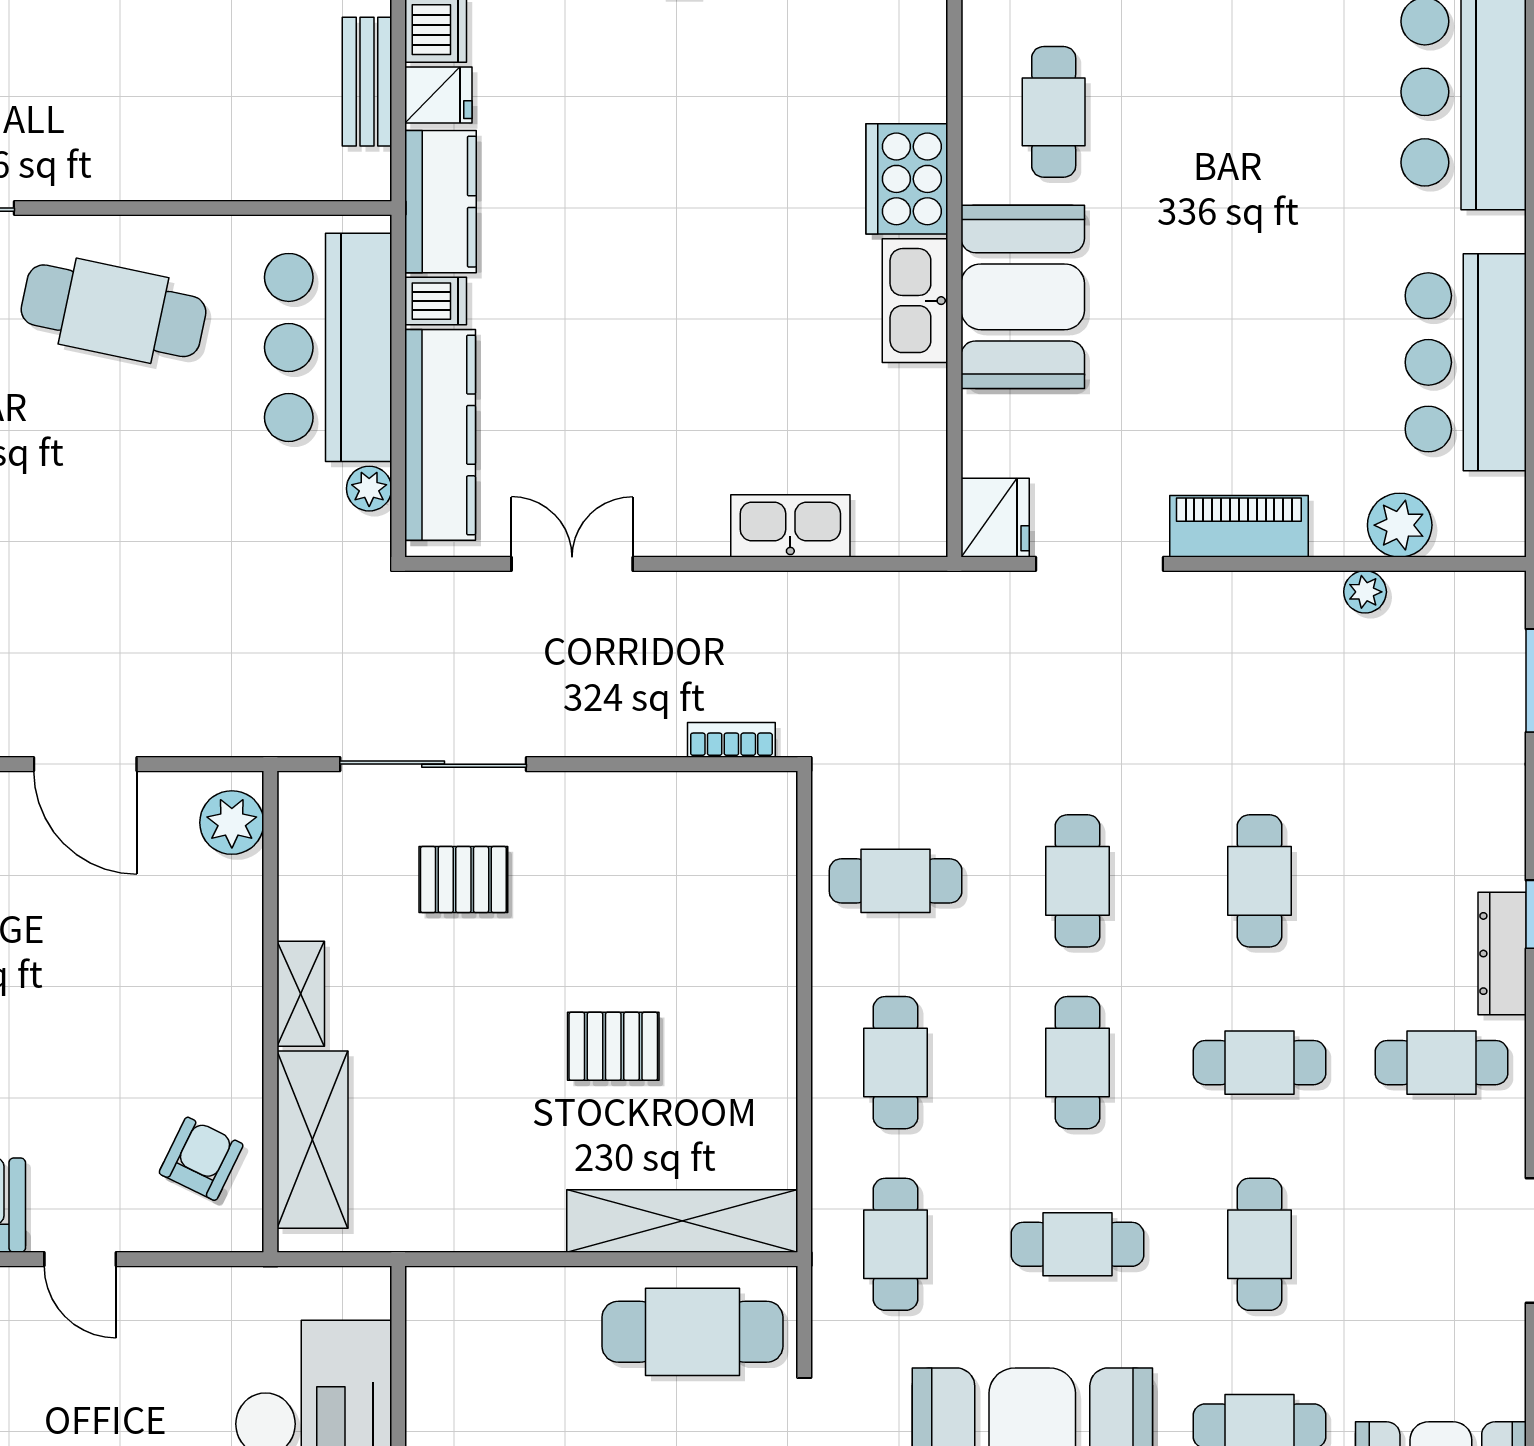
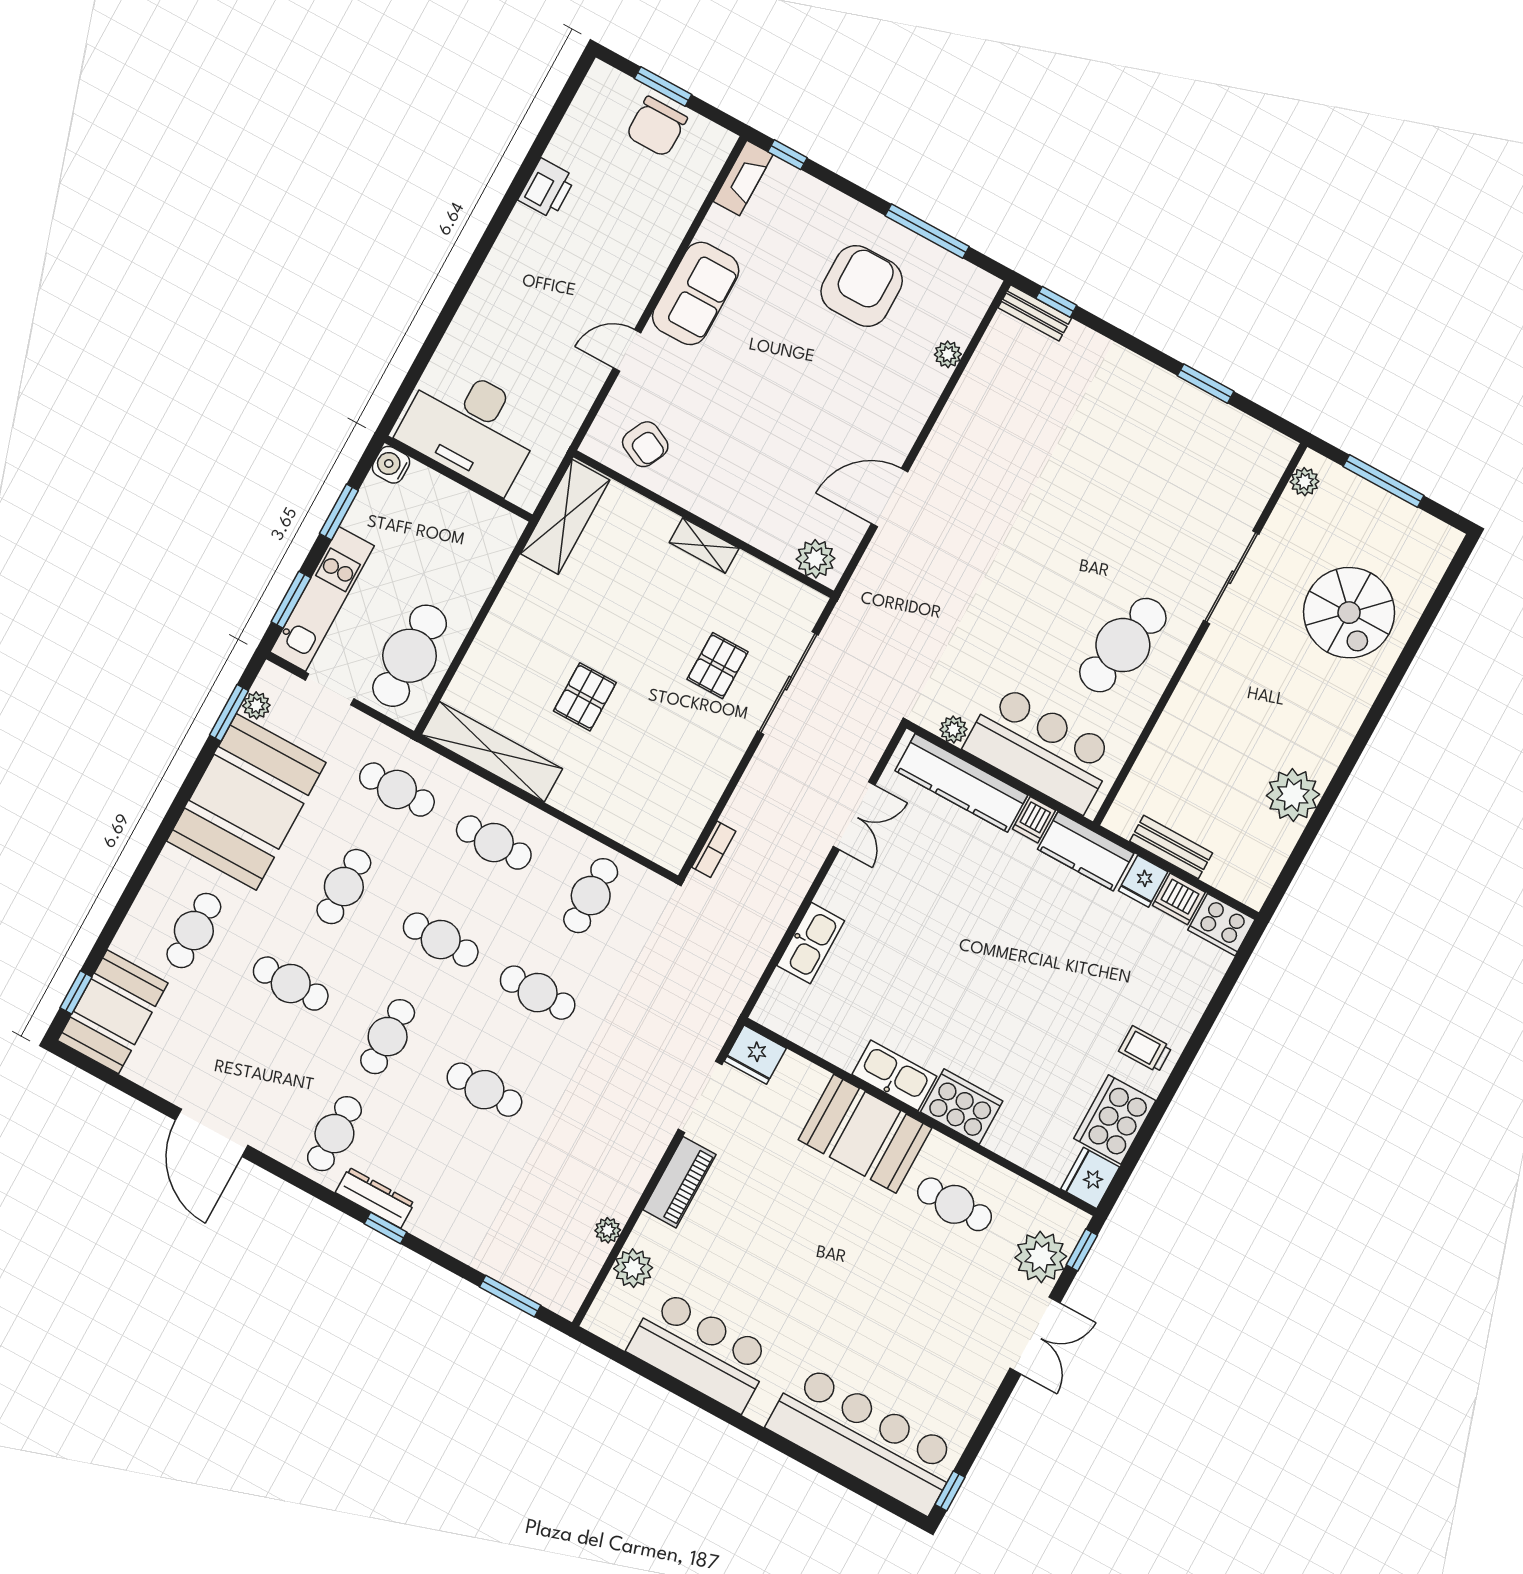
shelving: (312, 1140) -> (565, 517), moved, turned 90
shelving: (682, 1221) -> (492, 752), moved, turned 90

